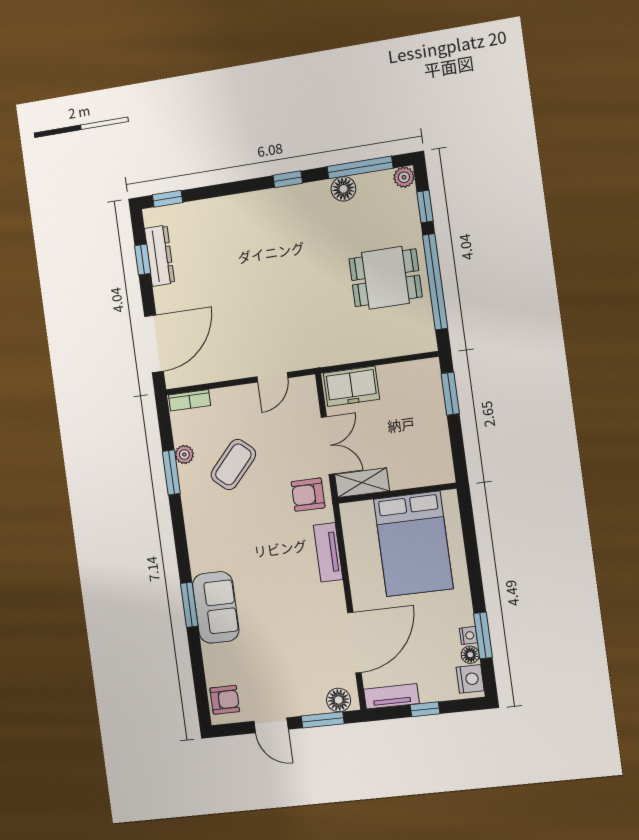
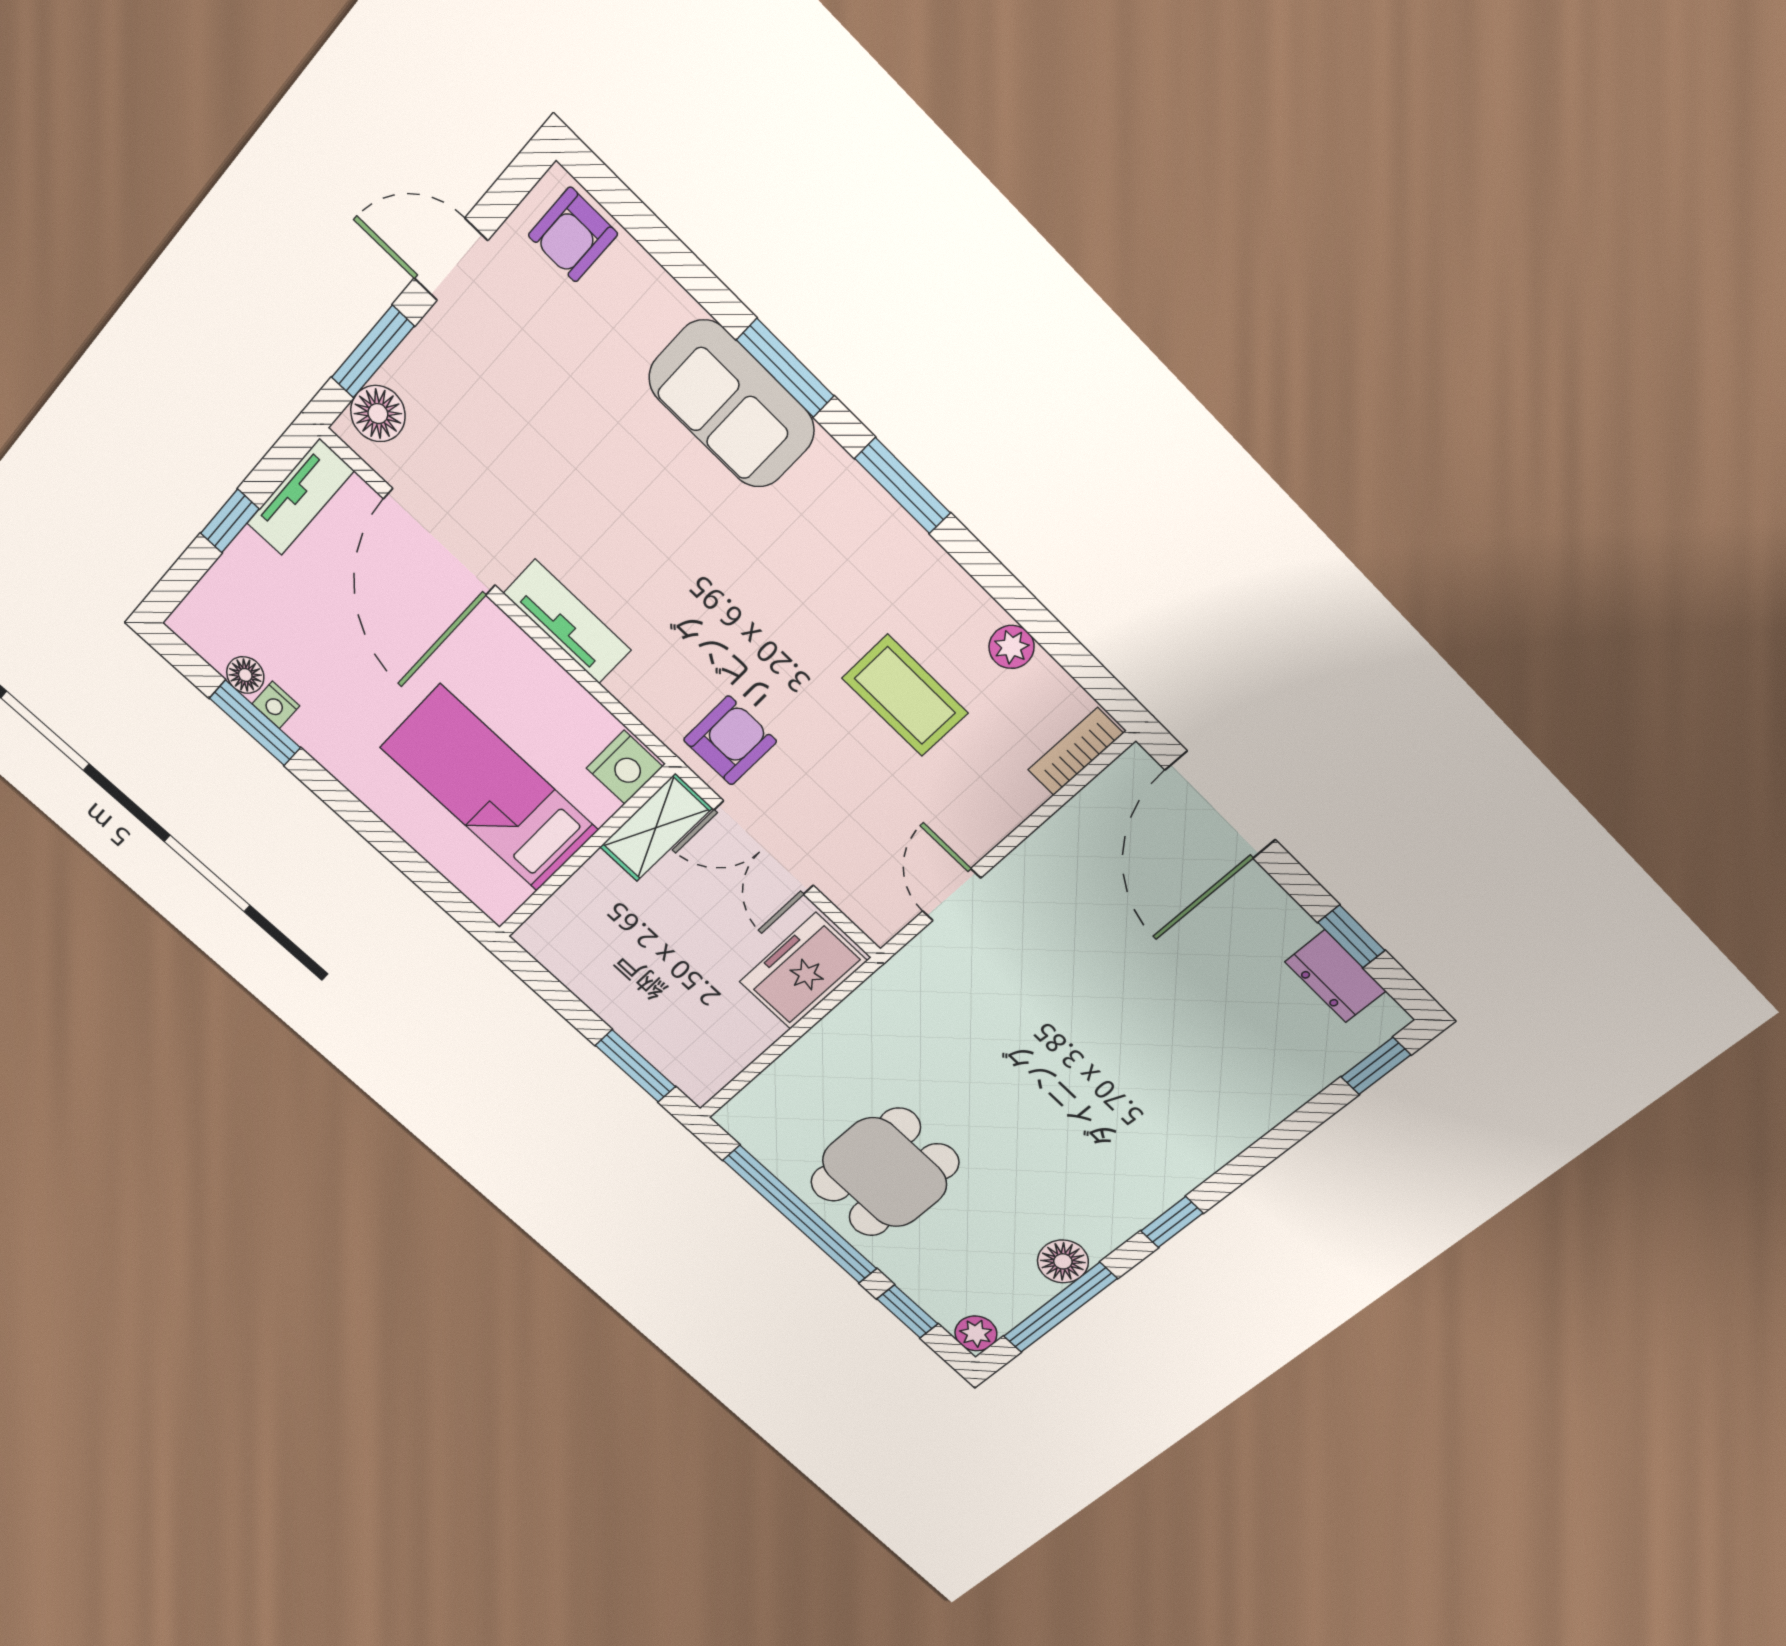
dresser: (159, 256) -> (1335, 976), width x0.70
coffee table: (233, 464) -> (905, 696), turned -42
window: (171, 472) -> (903, 486), moved
bed: (413, 544) -> (489, 789), width x0.67
tv unit: (328, 552) -> (567, 622), moved
nightstand: (470, 679) -> (624, 767), moved, turned -90

